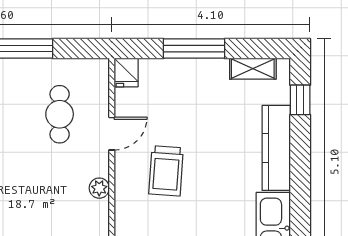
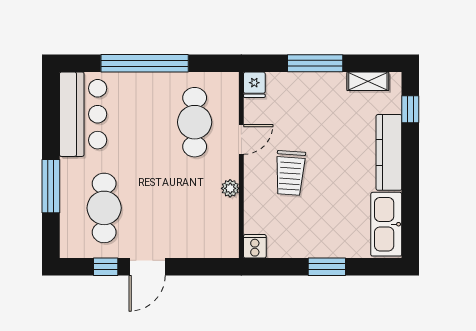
cafe table: (60, 114) -> (195, 122), width x1.37, depth x1.35

